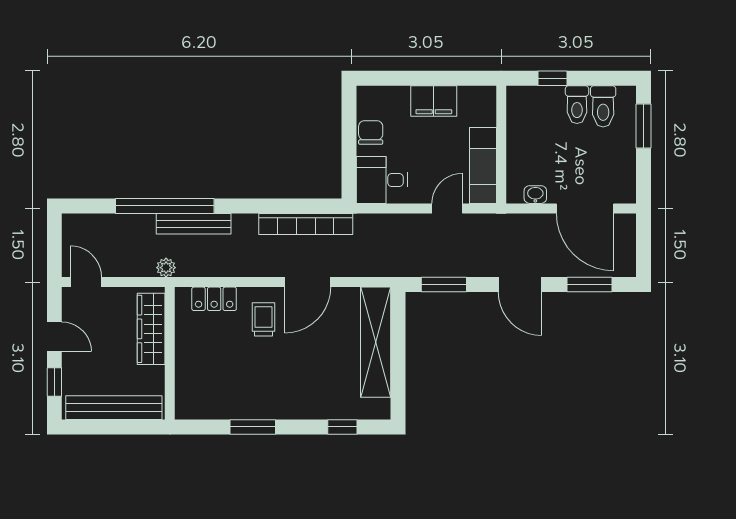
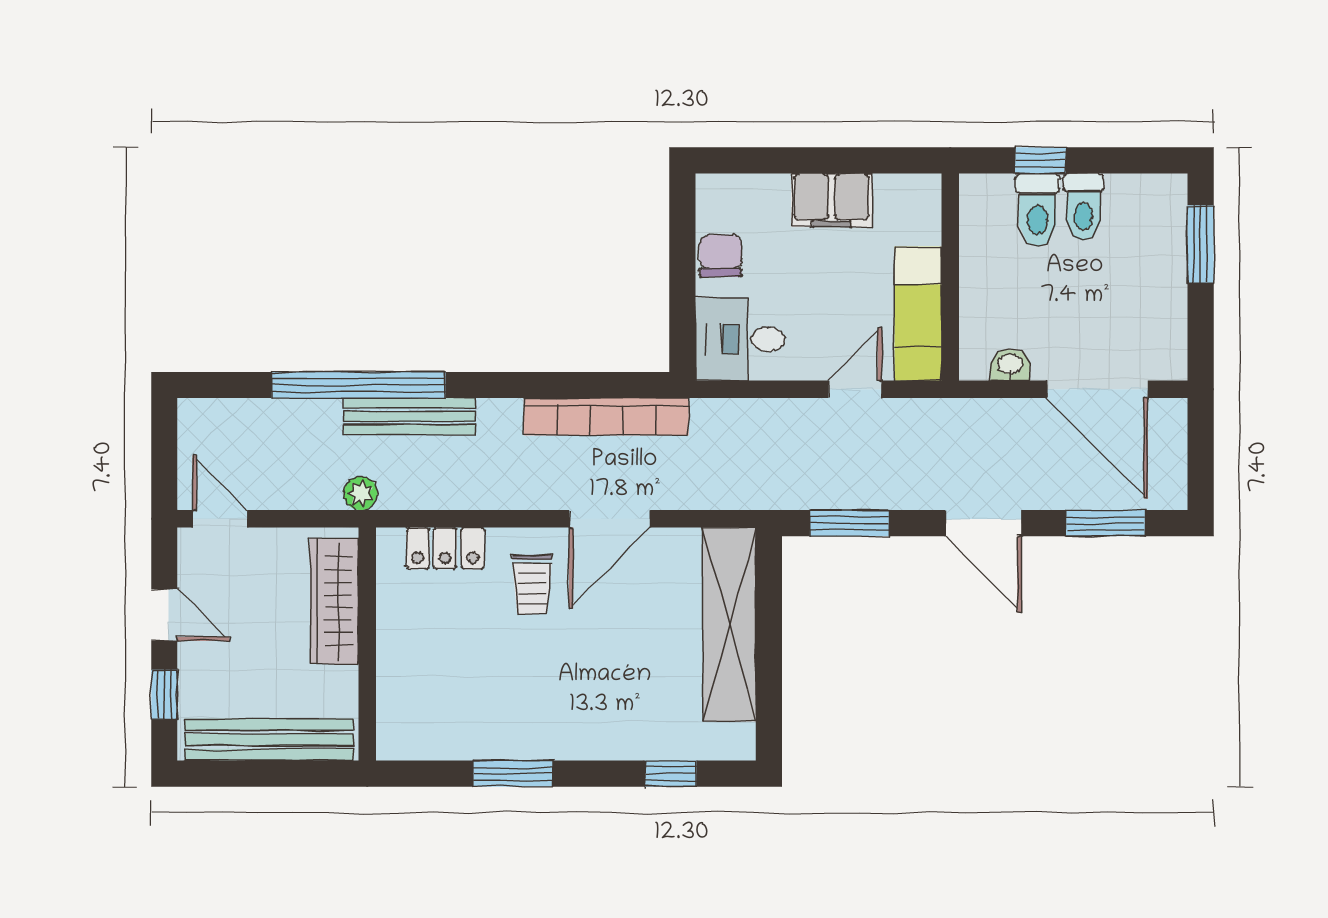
toilet: (603, 106) -> (1037, 210), moved
trolley: (263, 319) -> (532, 584), turned 180

